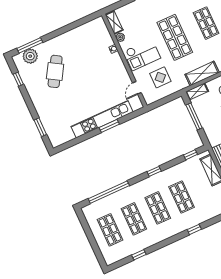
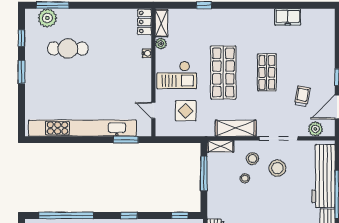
locker: (101, 27) -> (144, 22), added
cafe table: (55, 71) -> (68, 49), turned 59
door: (137, 88) -> (153, 110), hinge flipped
kitchen unit: (102, 119) -> (82, 128), width x1.36
window: (109, 126) -> (126, 140), moved
window: (40, 127) -> (22, 72), moved

